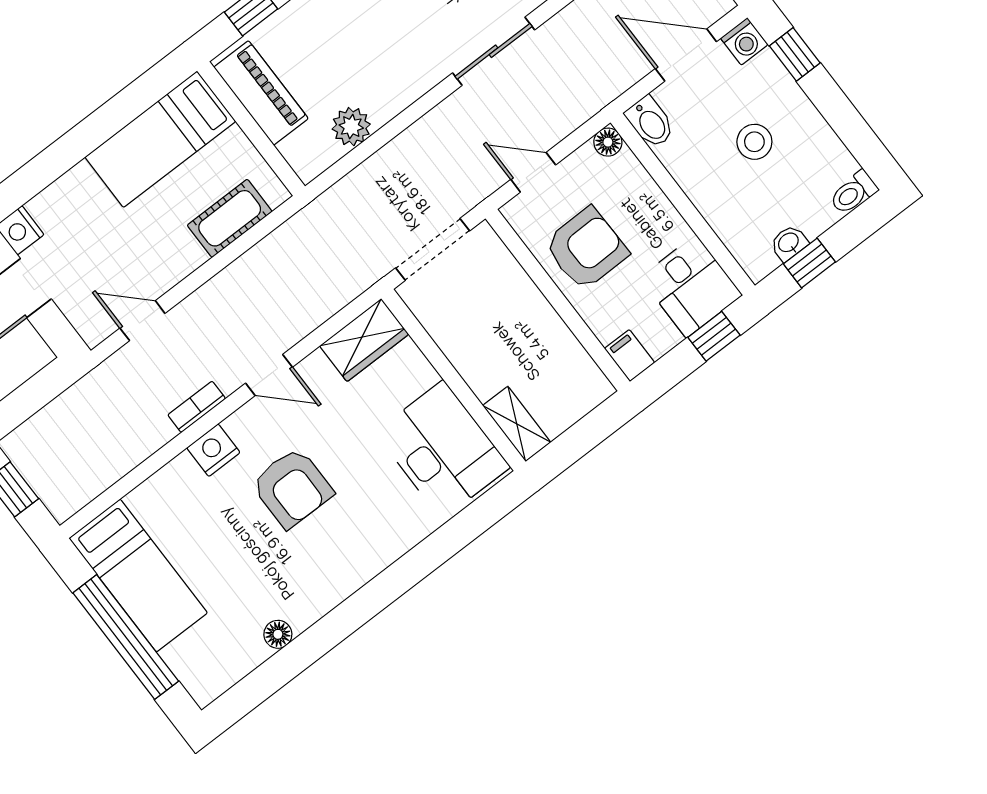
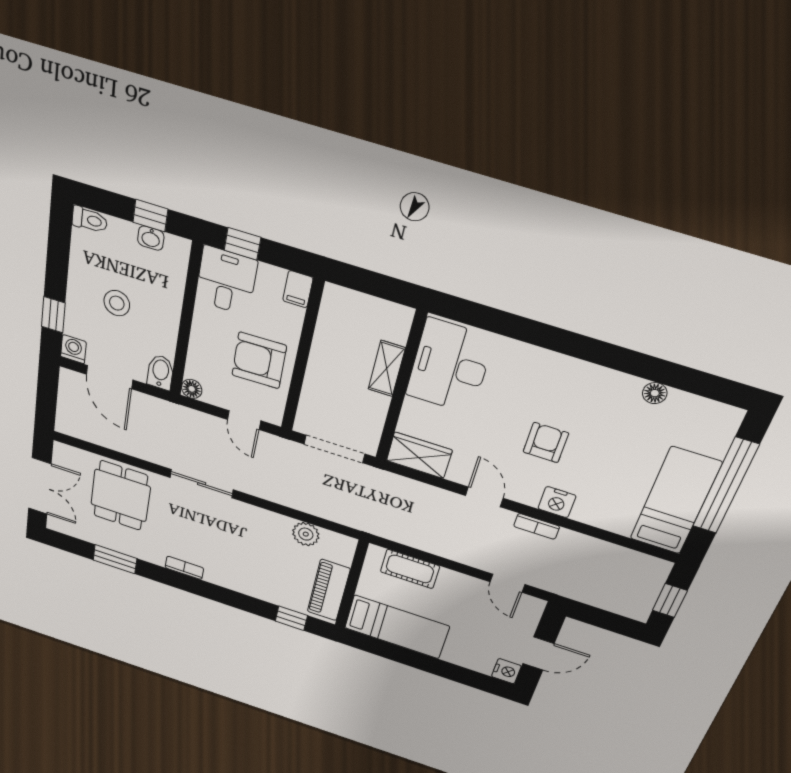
shelving: (517, 424) -> (387, 369), moved
armchair: (292, 488) -> (546, 443), width x0.72, depth x0.72

